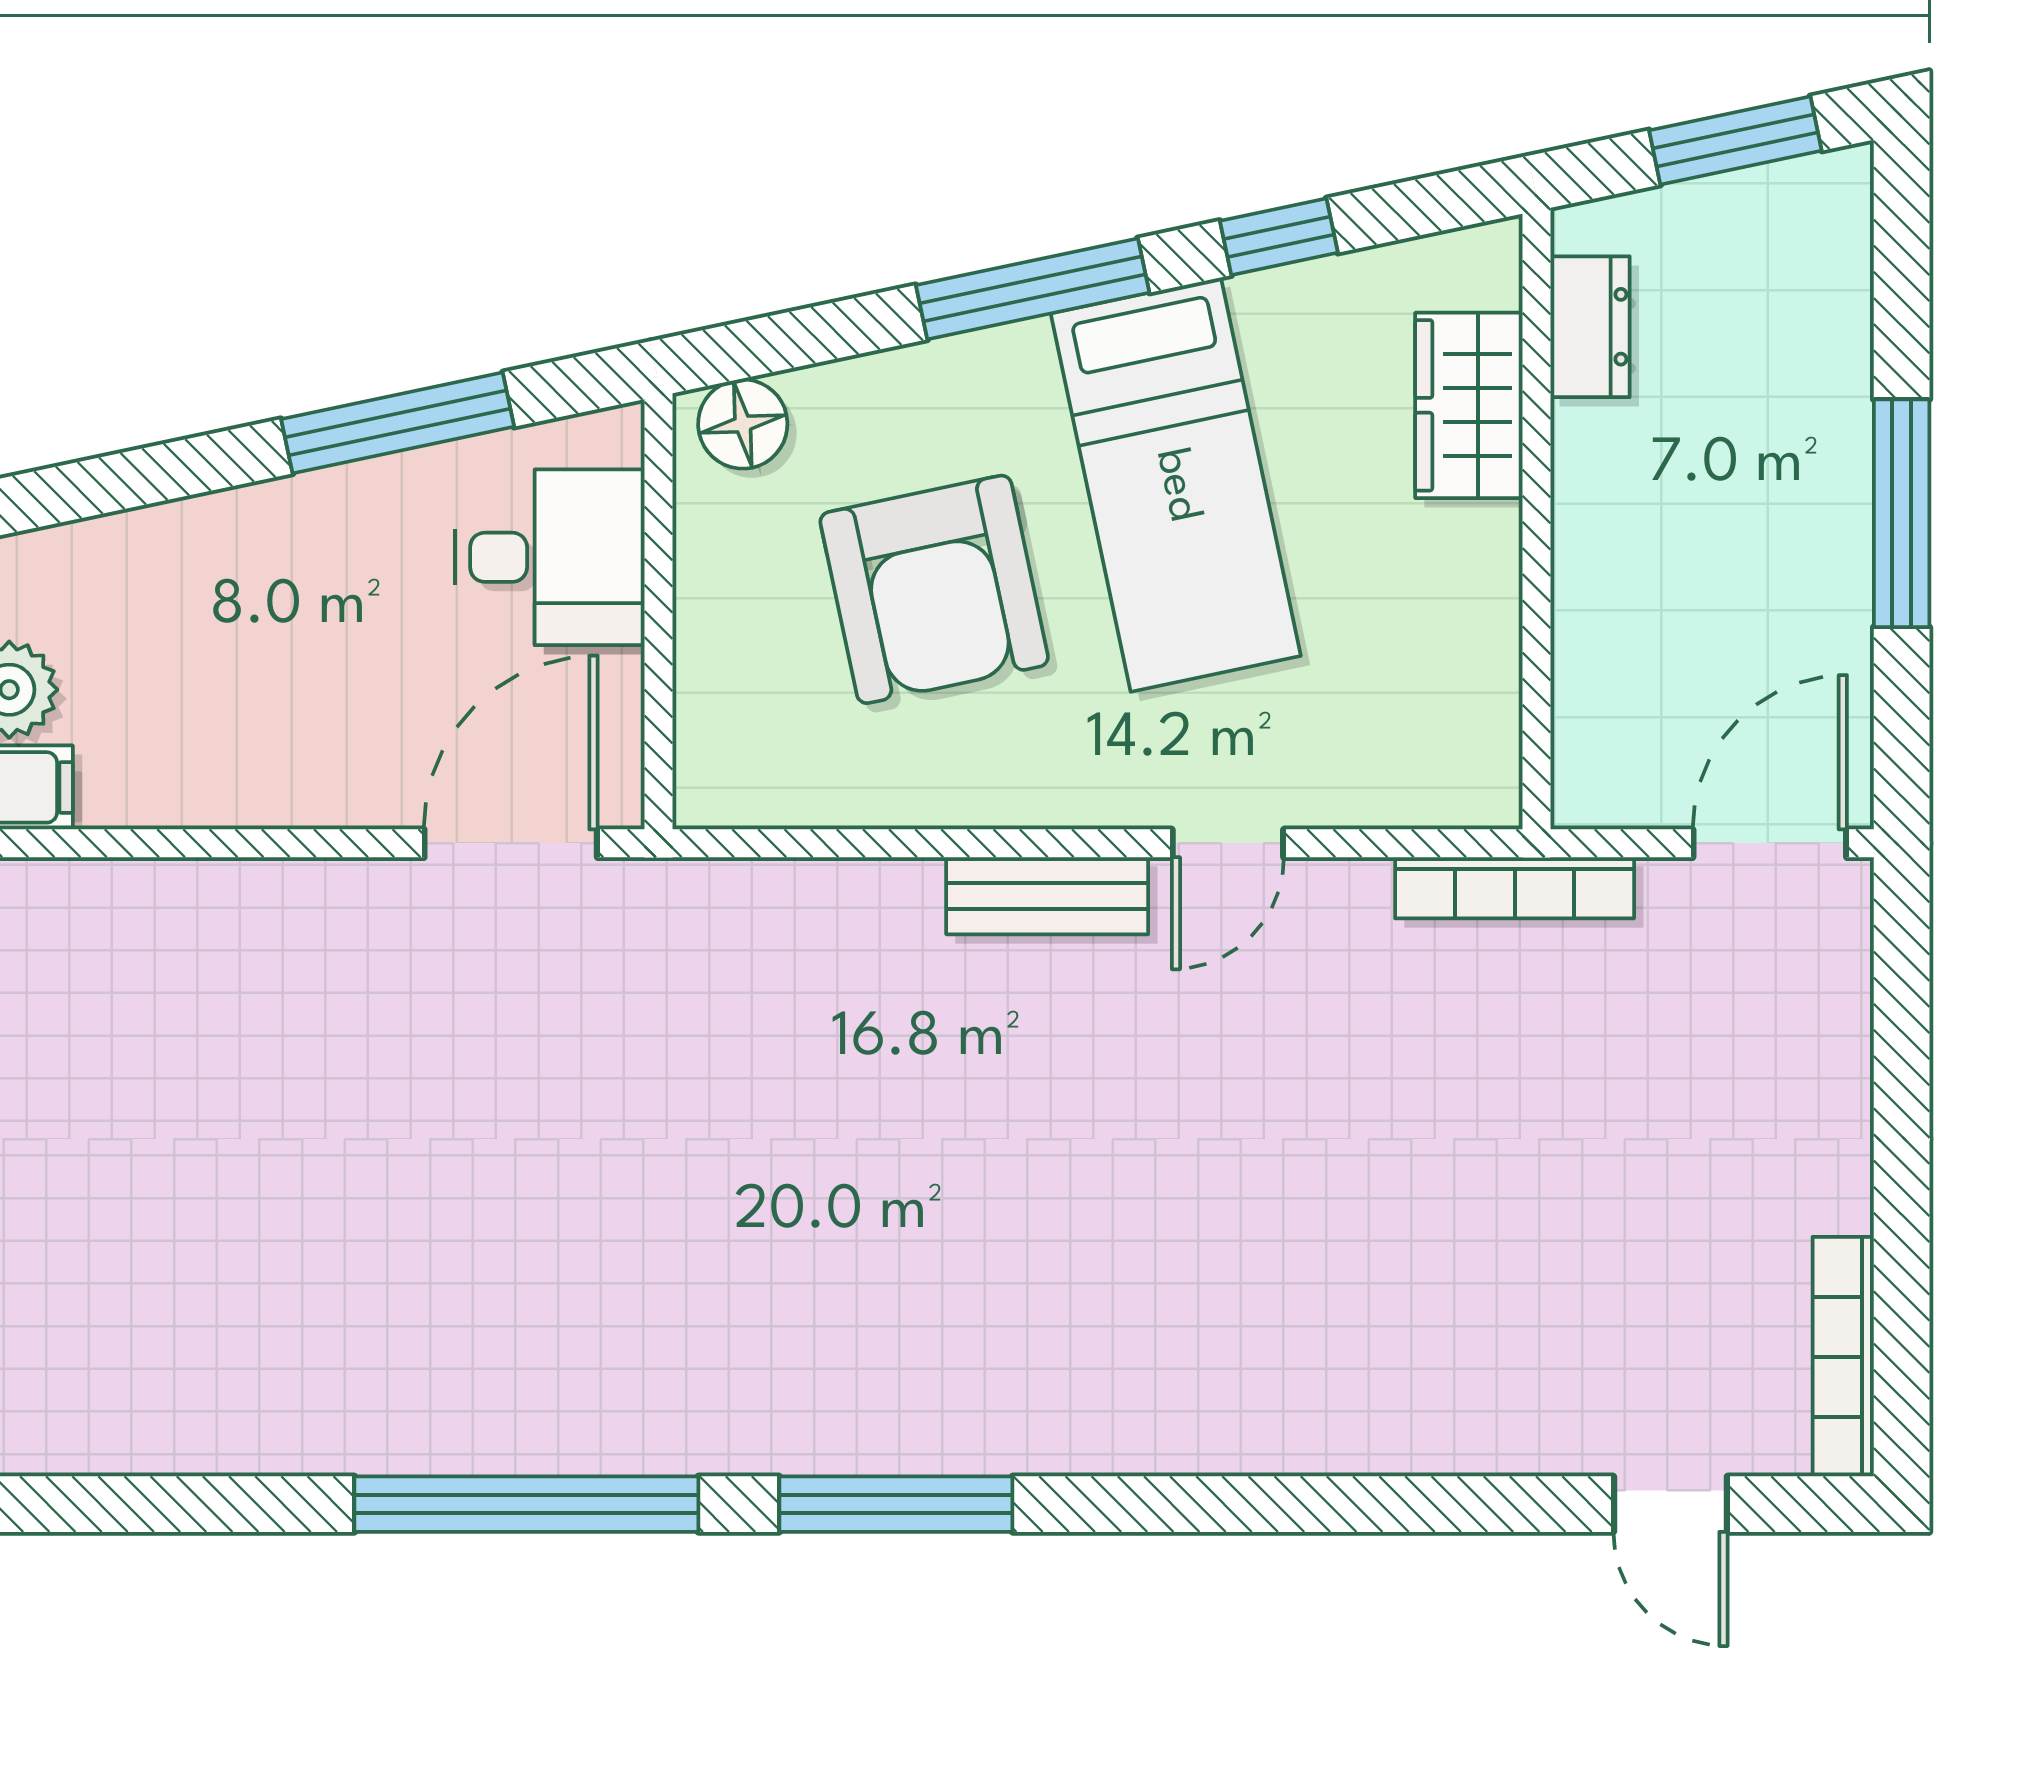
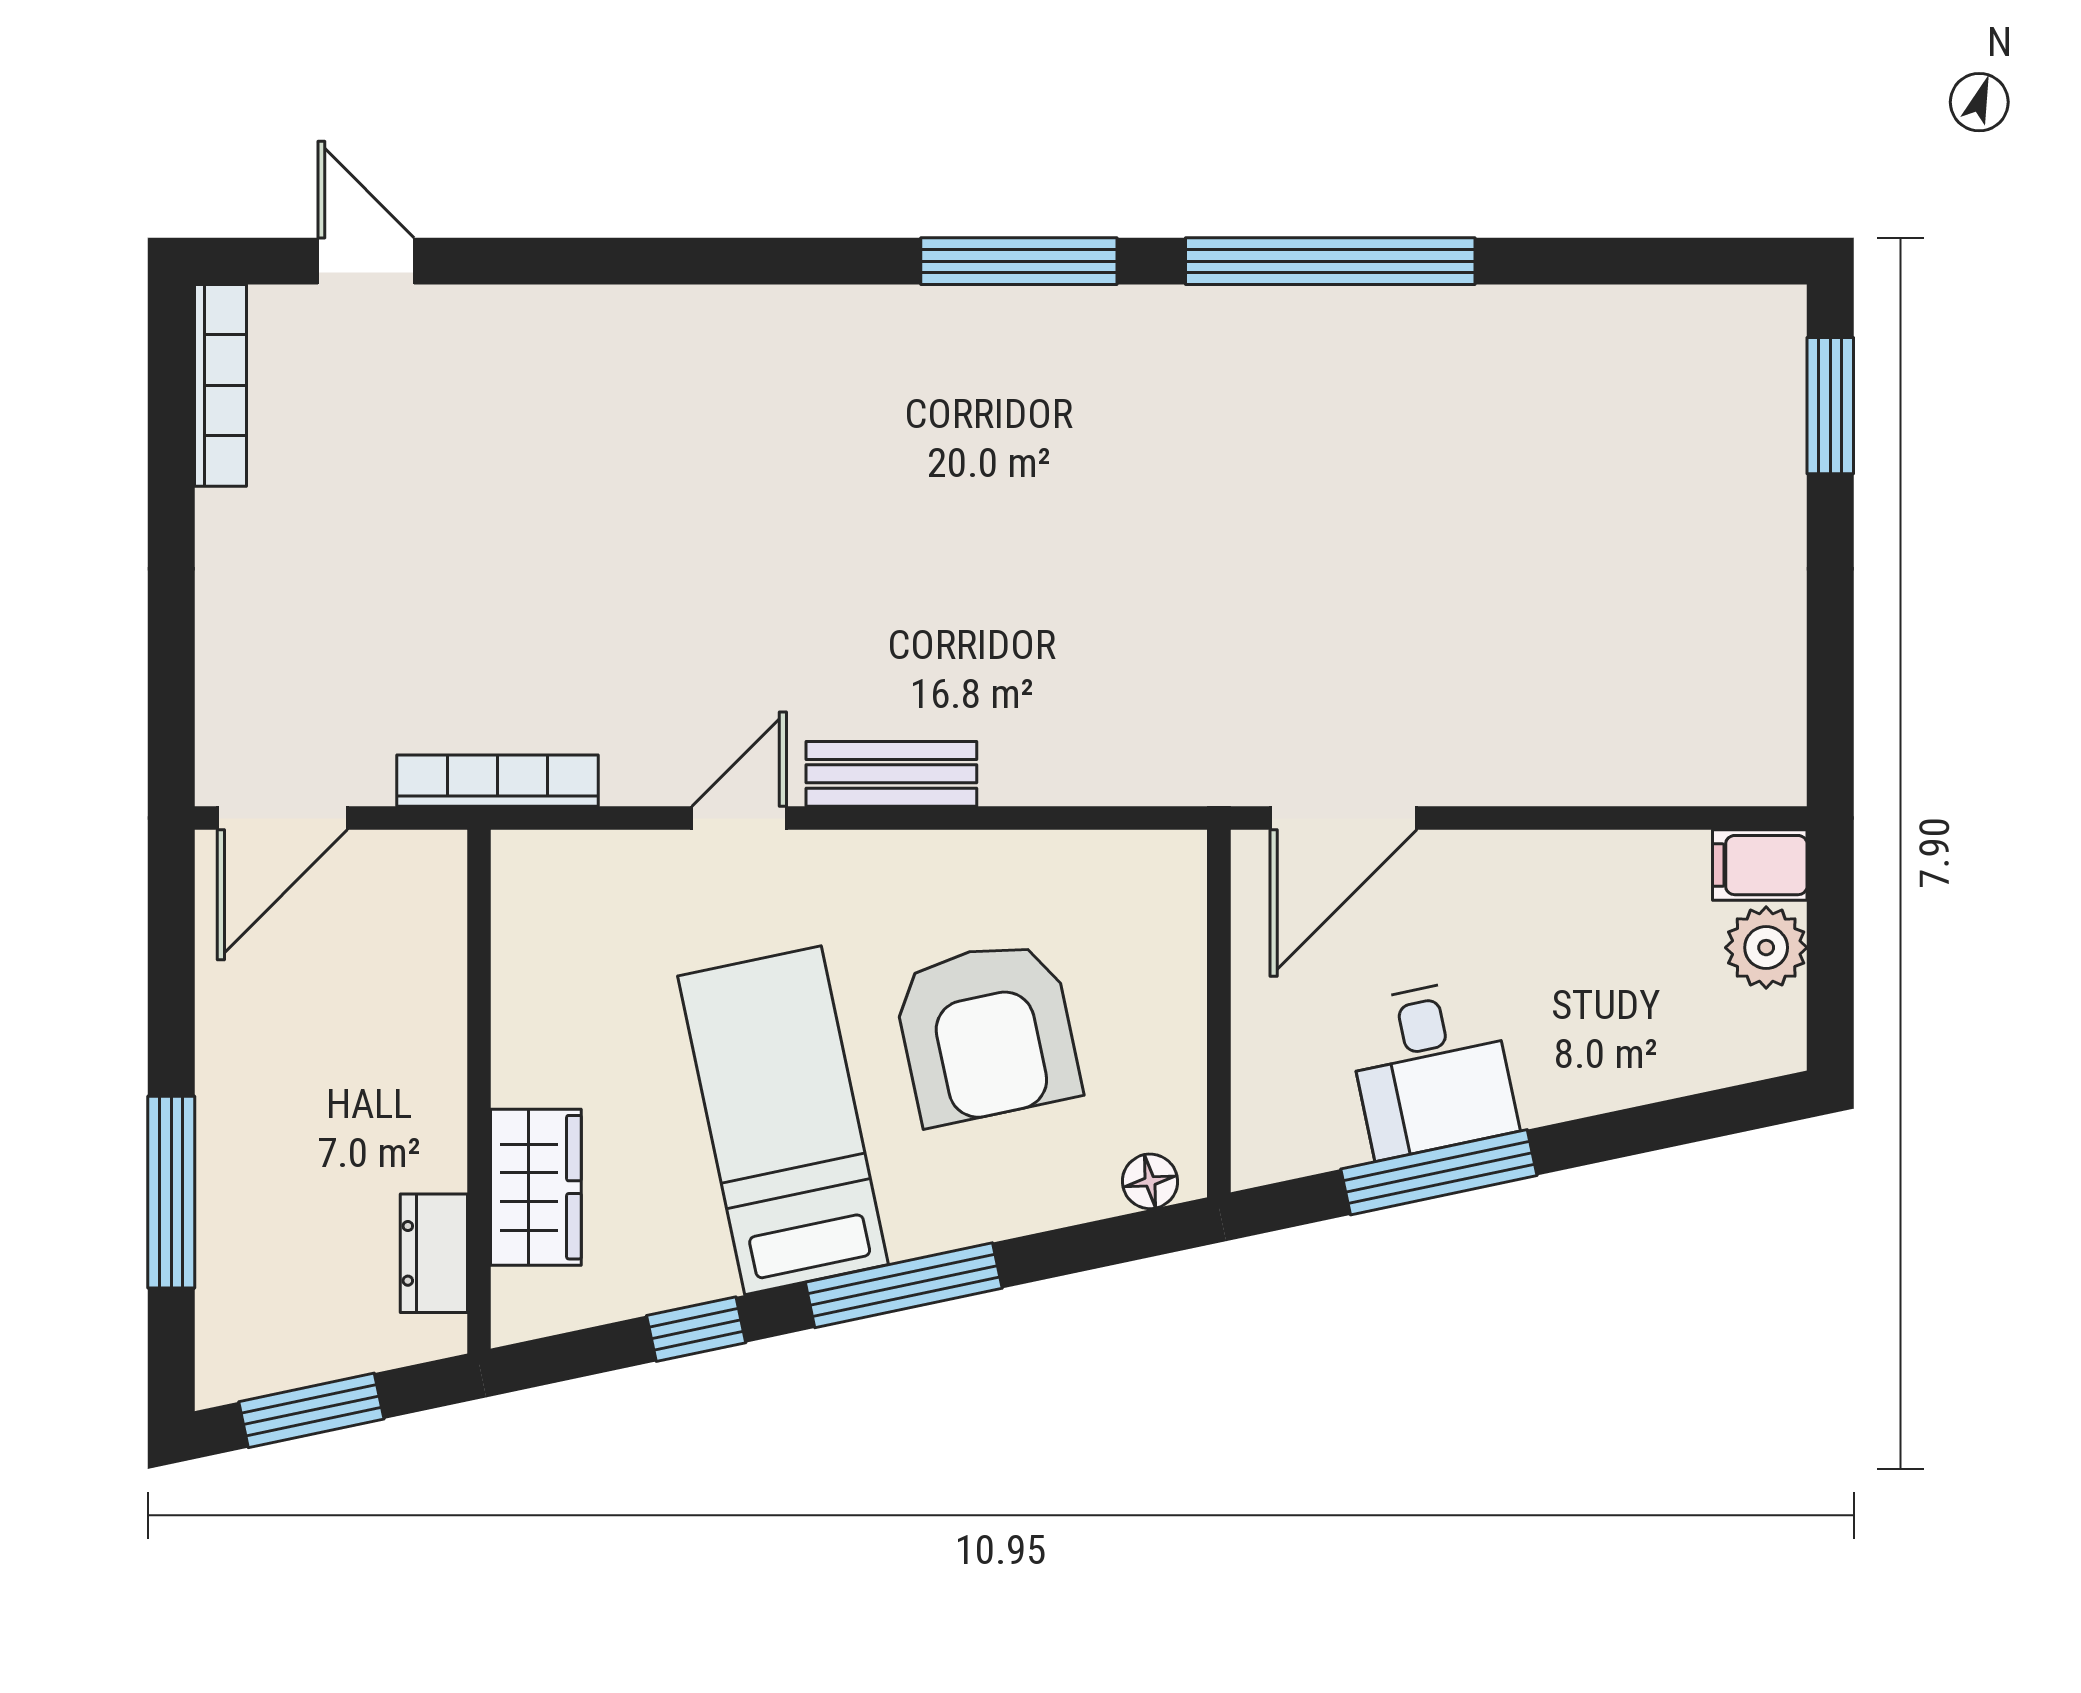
floor lamp: (743, 424) -> (1150, 1181), width x0.73, depth x0.73
window: (1902, 513) -> (171, 1192), moved
desk: (550, 557) -> (1431, 1068), moved, turned -102
armchair: (934, 589) -> (987, 1032), turned 180

